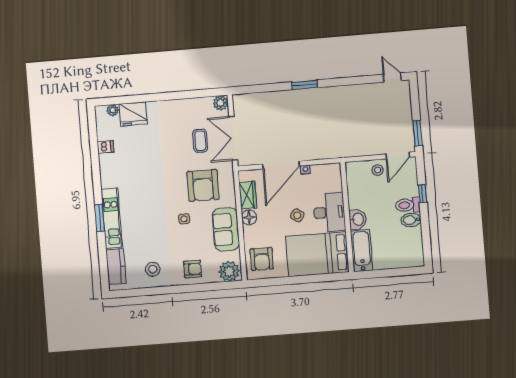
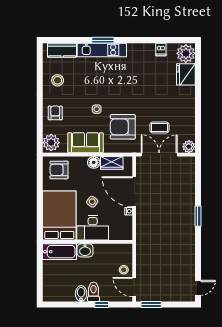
plant: (113, 110) -> (186, 53), width x1.87, depth x1.87
armchair: (193, 269) -> (55, 113), turned 180

